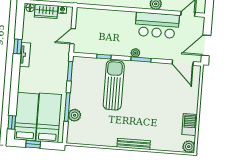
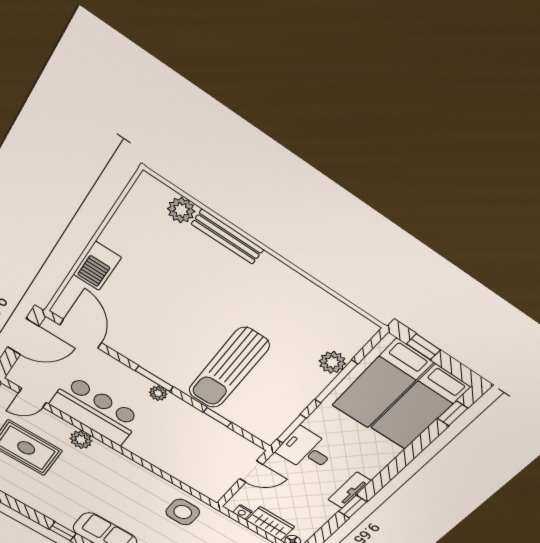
desk: (57, 64) -> (306, 450), added
barbecue: (190, 125) -> (97, 266), moved
window: (33, 144) -> (423, 347), moved
bench: (134, 144) -> (228, 237), moved
plant: (189, 147) -> (181, 210), moved

